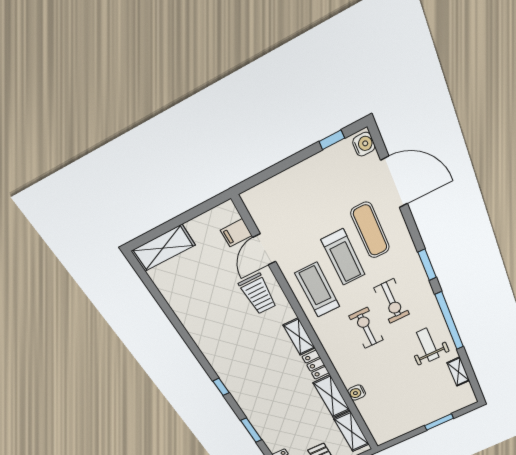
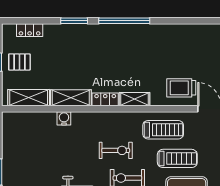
treadmill: (343, 257) -> (177, 158), turned 180
window: (221, 387) -> (124, 21), width x3.17

